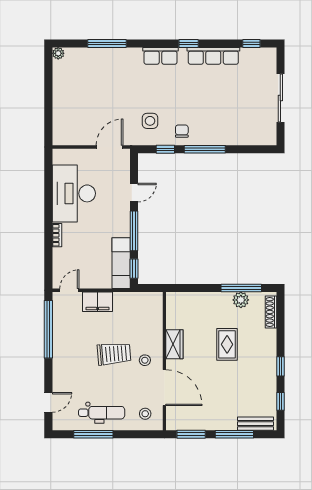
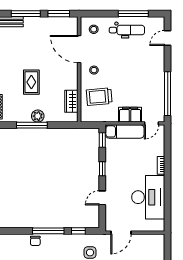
chair: (182, 131) -> (35, 241), moved
window: (134, 231) -> (102, 169), width x0.46
exam couch: (121, 263) -> (125, 131), moved, turned 90
window: (241, 288) -> (32, 125), moved
plant: (241, 300) -> (38, 116), moved
wardrobe: (174, 344) -> (71, 101), moved
trolley: (114, 354) -> (99, 97), moved
dental chair: (102, 413) -> (127, 30), turned 180

